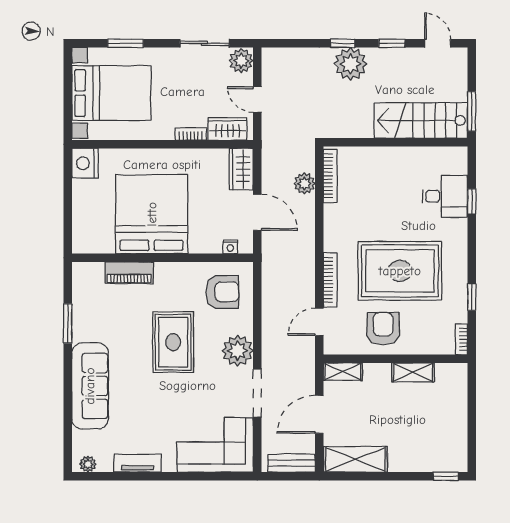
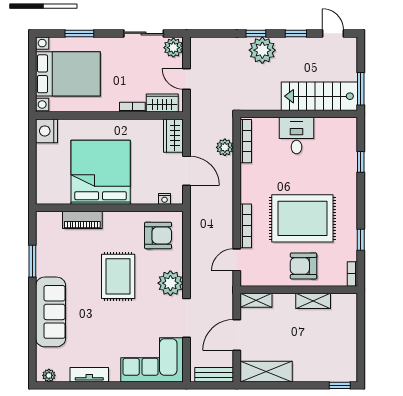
desk: (445, 196) -> (296, 136), moved, turned -90
armchair: (383, 329) -> (304, 266), moved, turned -90

